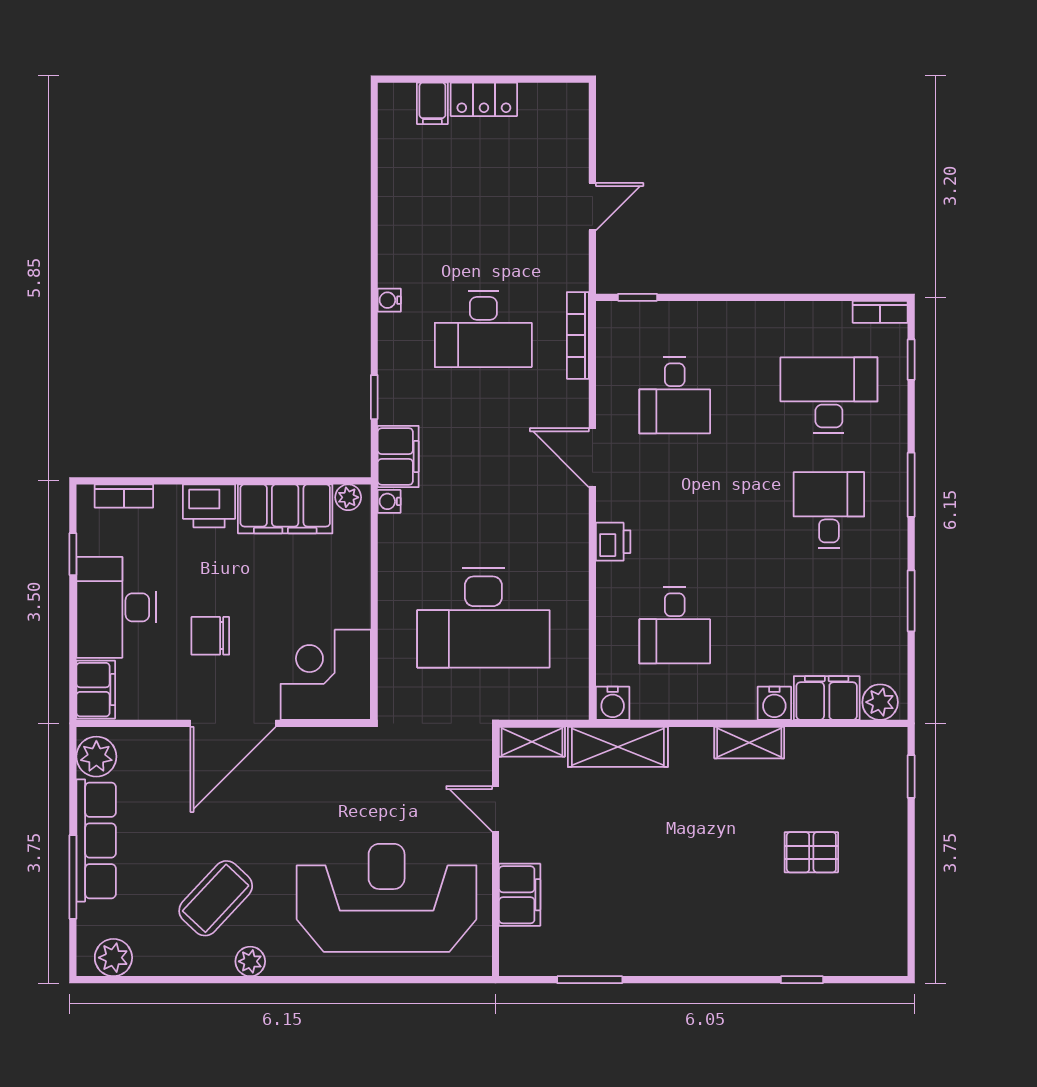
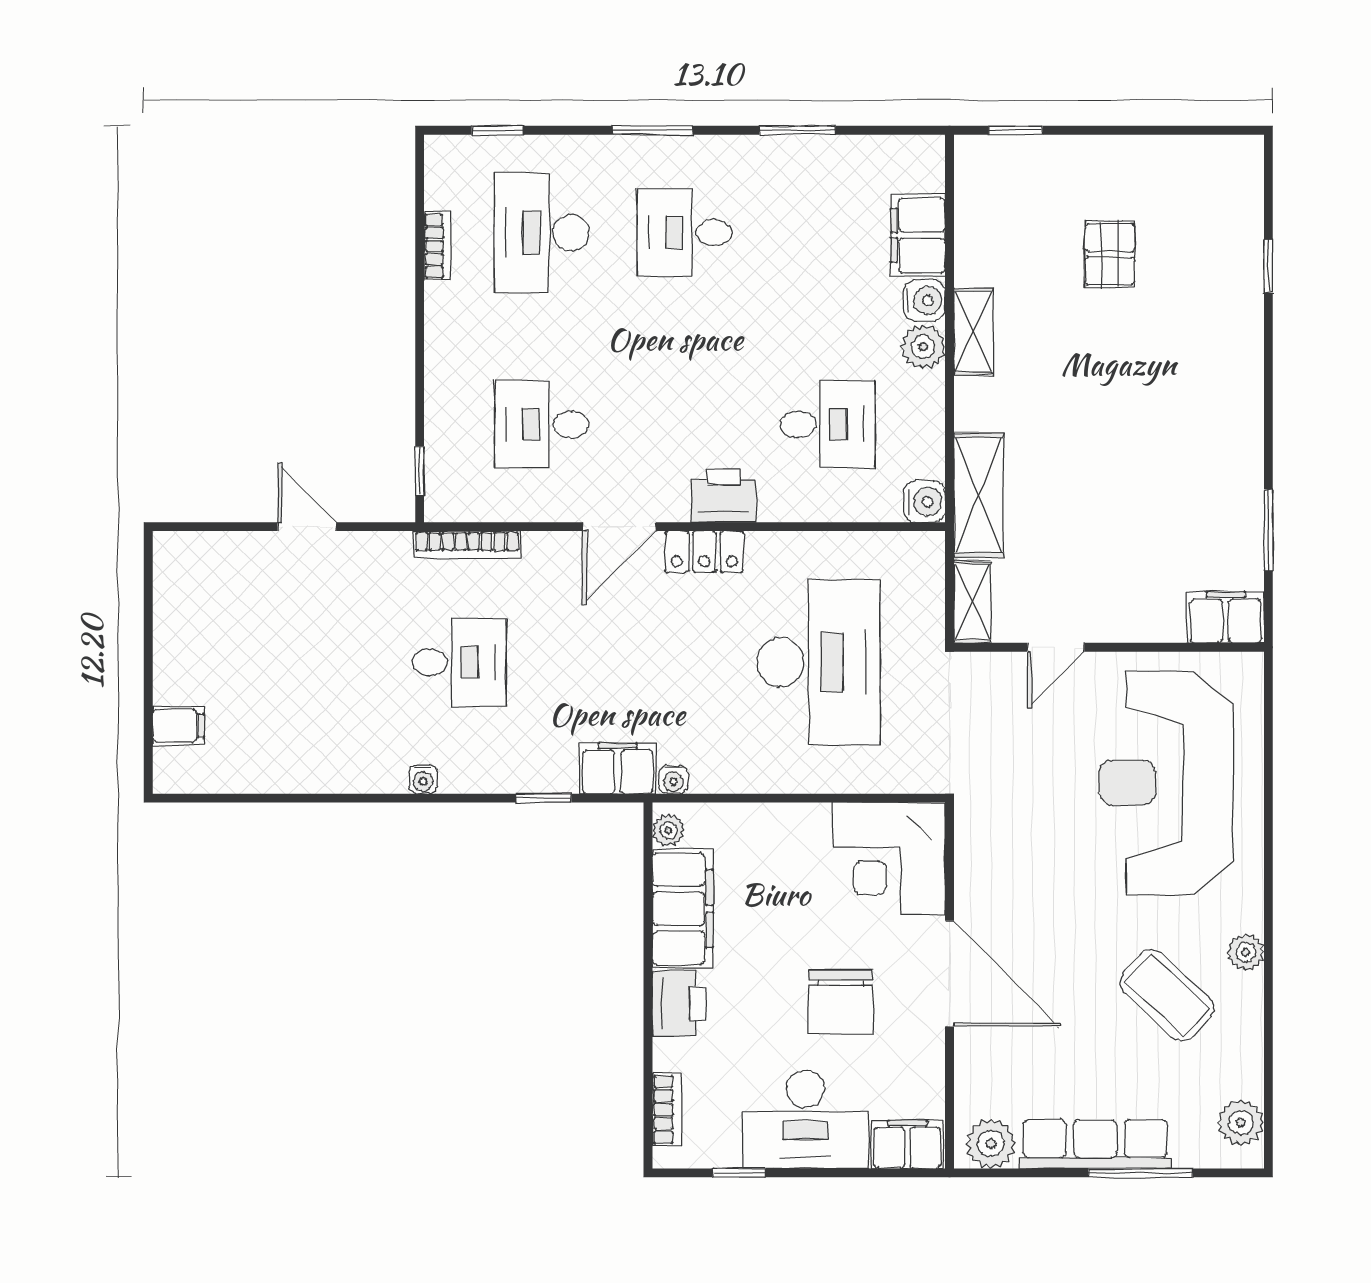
locker: (484, 99) -> (704, 552), moved, turned 90
bookcase: (880, 312) -> (438, 246), moved
desk: (483, 329) -> (459, 662), width x0.73
desk: (675, 395) -> (542, 424), turned 180
printer: (613, 542) -> (724, 496), width x1.36, depth x1.24
chair: (210, 636) -> (841, 1002), width x1.37, depth x1.37
plant: (880, 702) -> (923, 347), moved
filing cabinet: (520, 895) -> (1225, 617), moved

